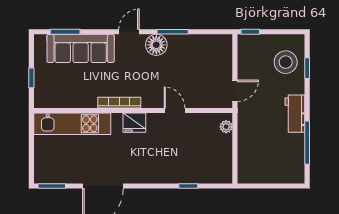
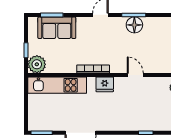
floor lamp: (156, 45) -> (134, 25), moved
sofa: (81, 48) -> (57, 28), width x0.73
plant: (46, 96) -> (37, 64), added

